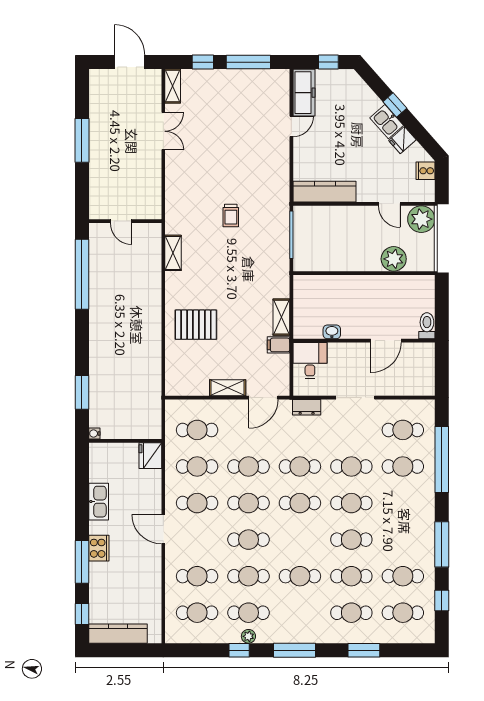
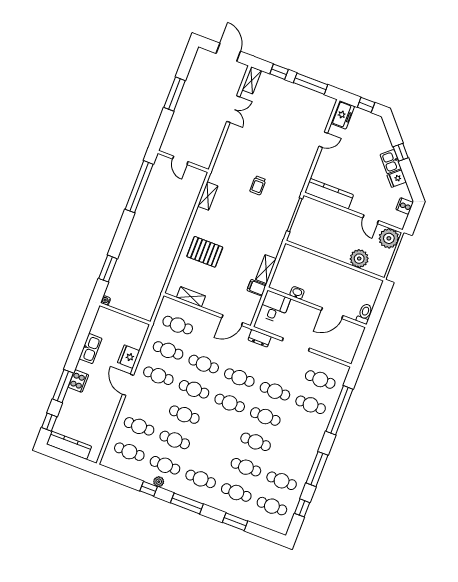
freezer: (304, 93) -> (343, 115), width x0.71
shelving: (228, 388) -> (191, 297), moved
fridge: (150, 456) -> (129, 357), moved
cafe table: (300, 576) -> (201, 479), moved

